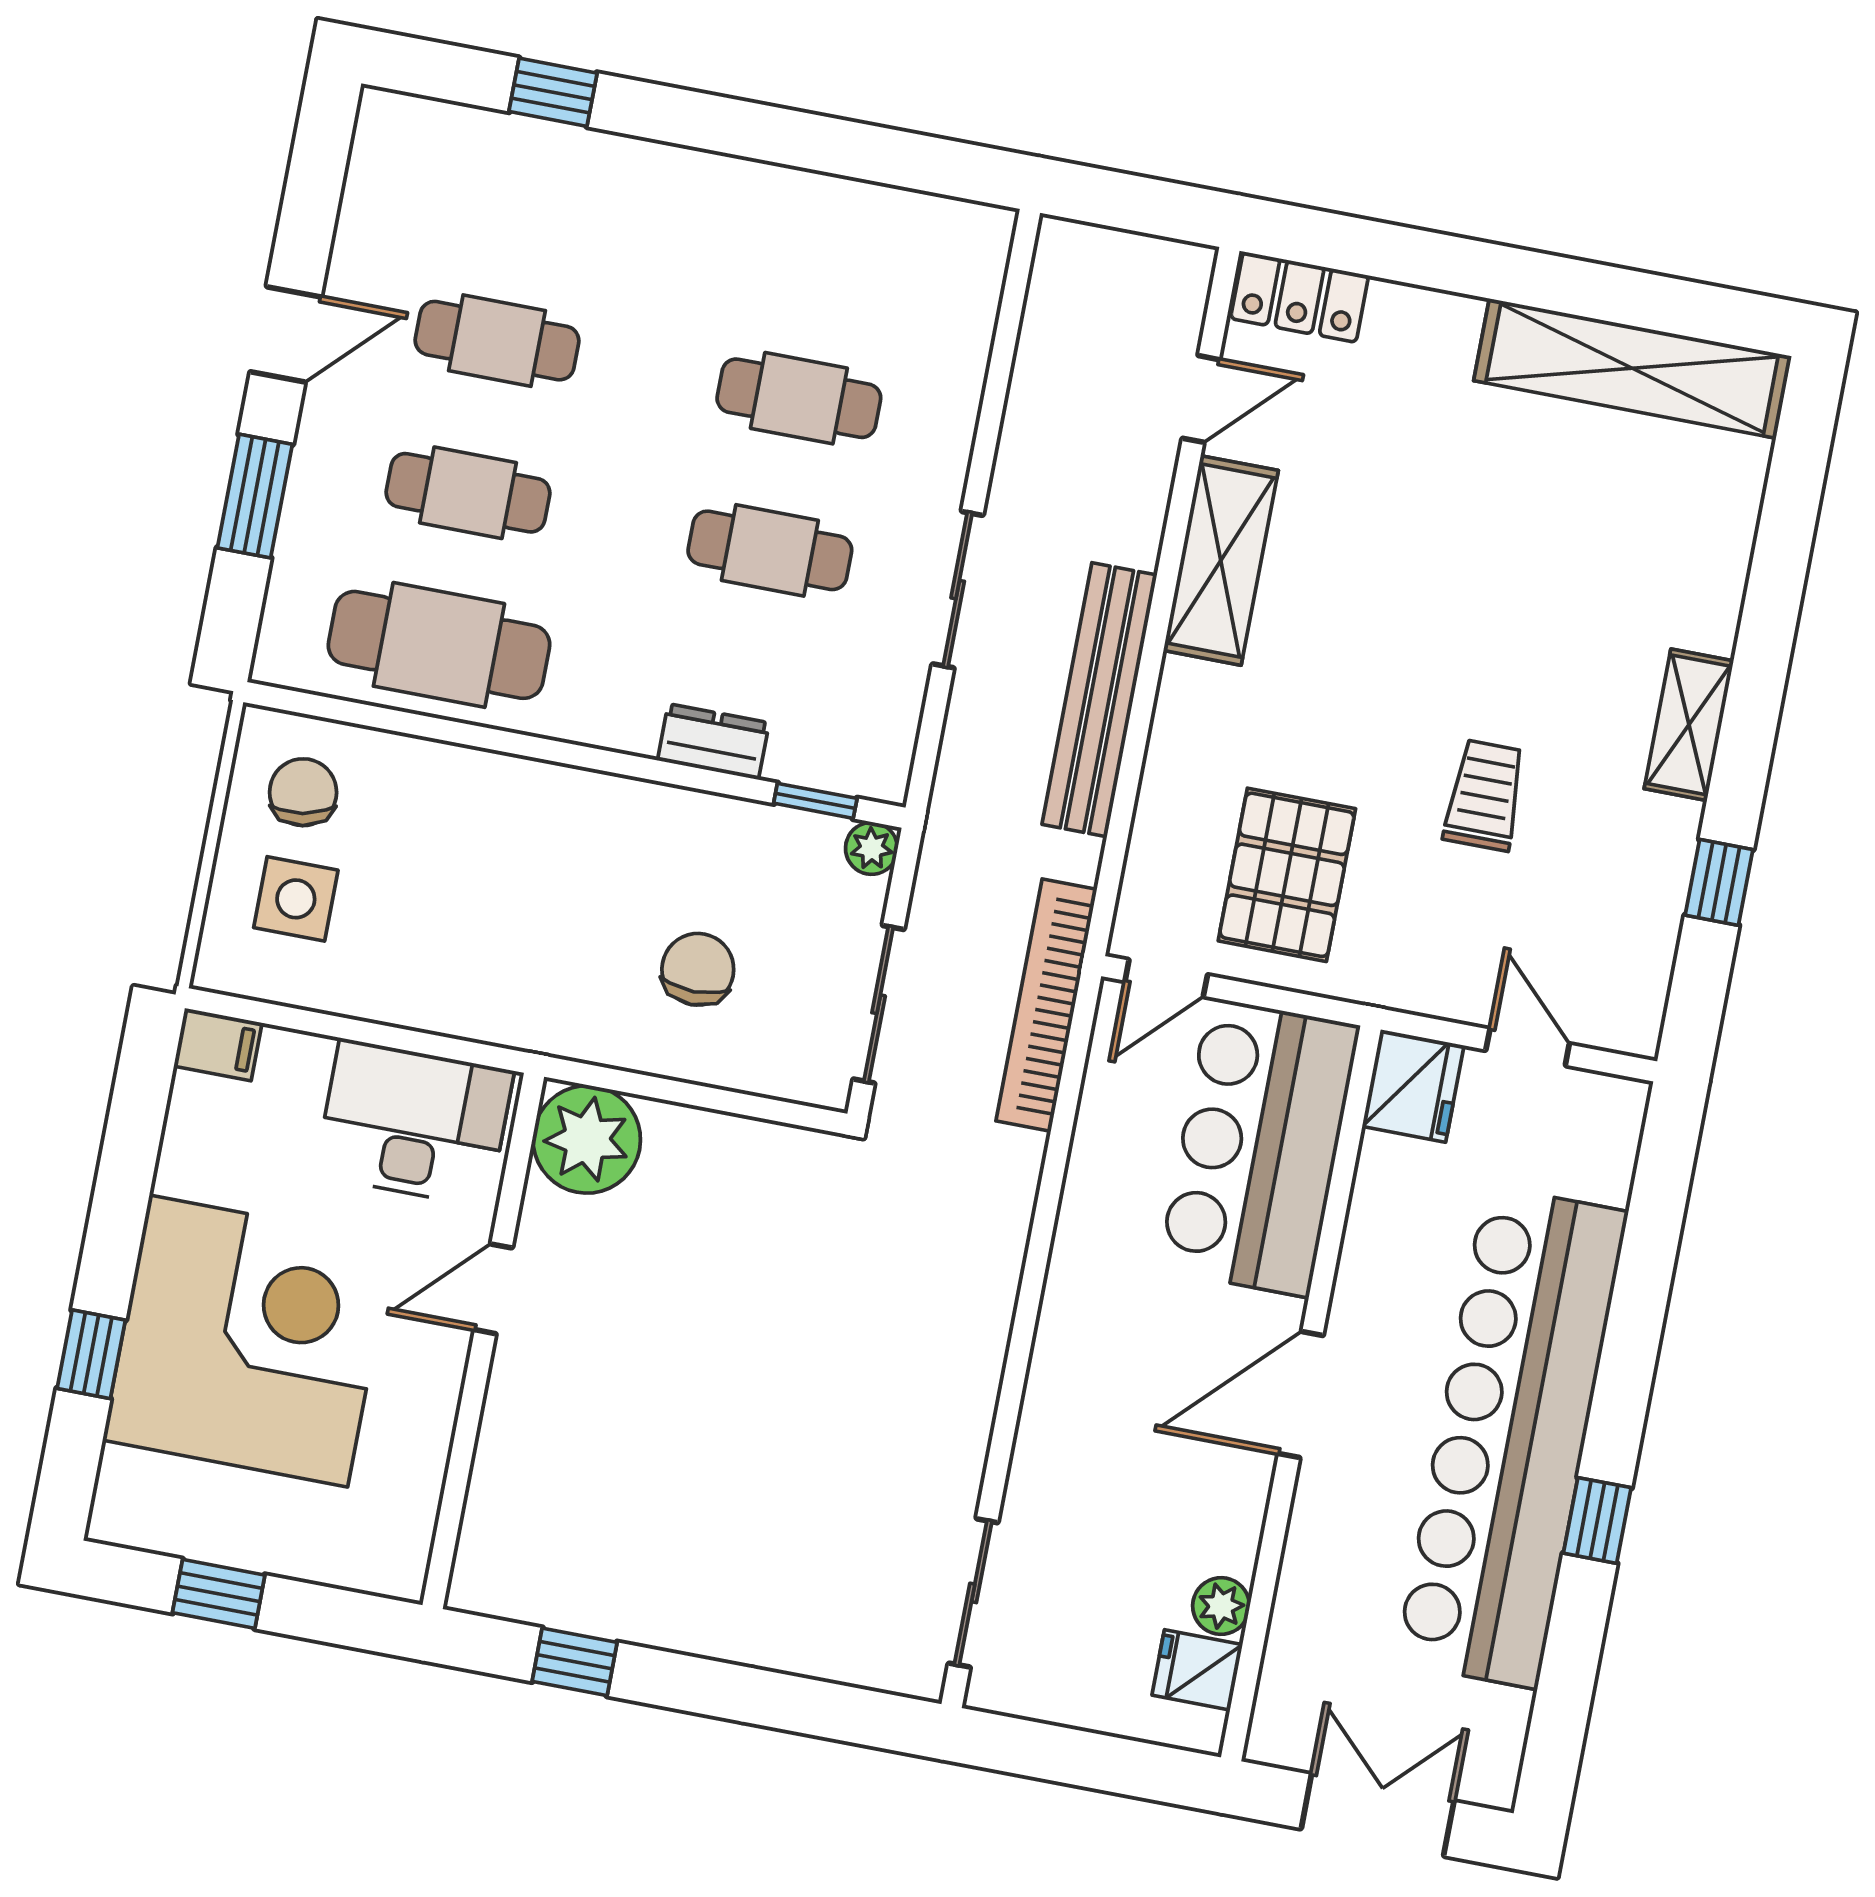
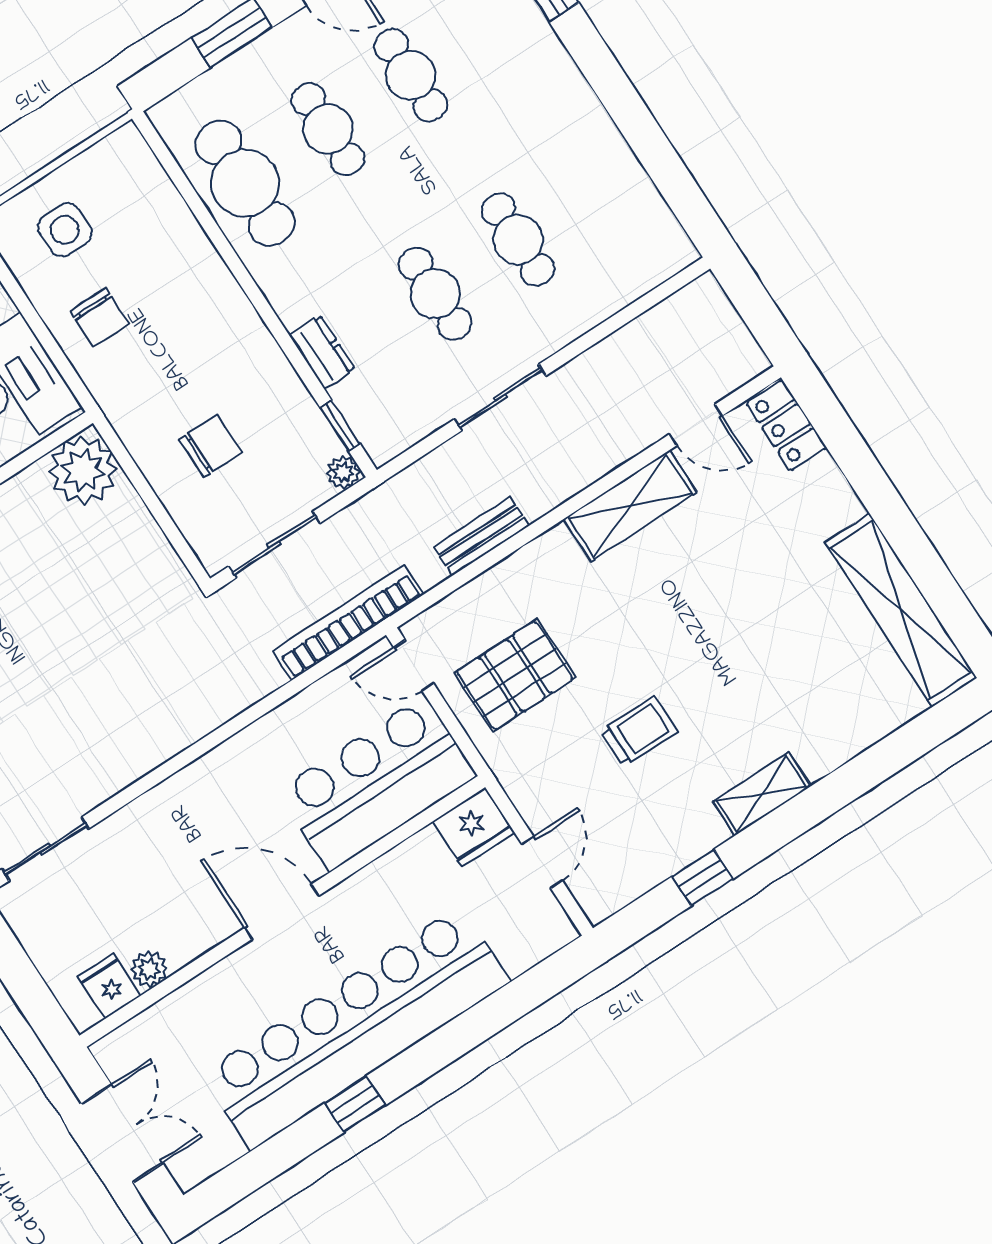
bench: (1099, 700) -> (481, 536), width x0.54, depth x0.82
chair: (303, 792) -> (99, 317), moved, turned 100

